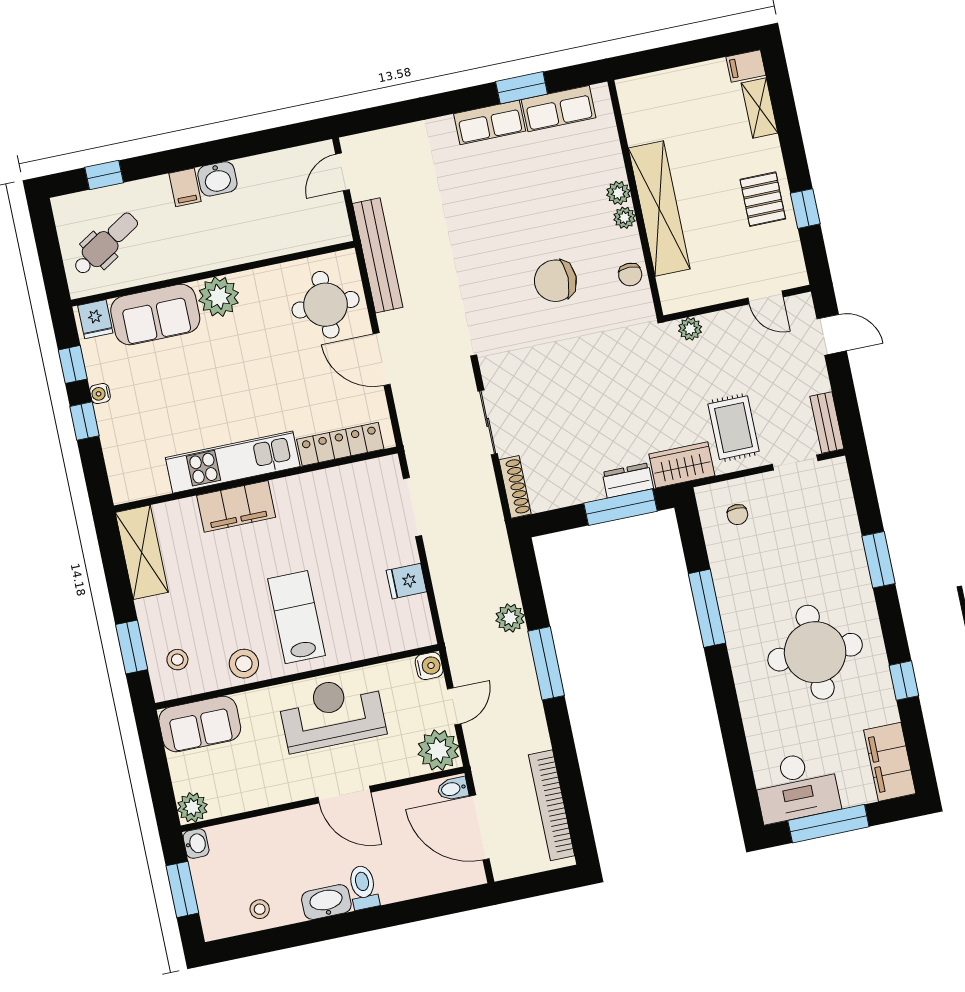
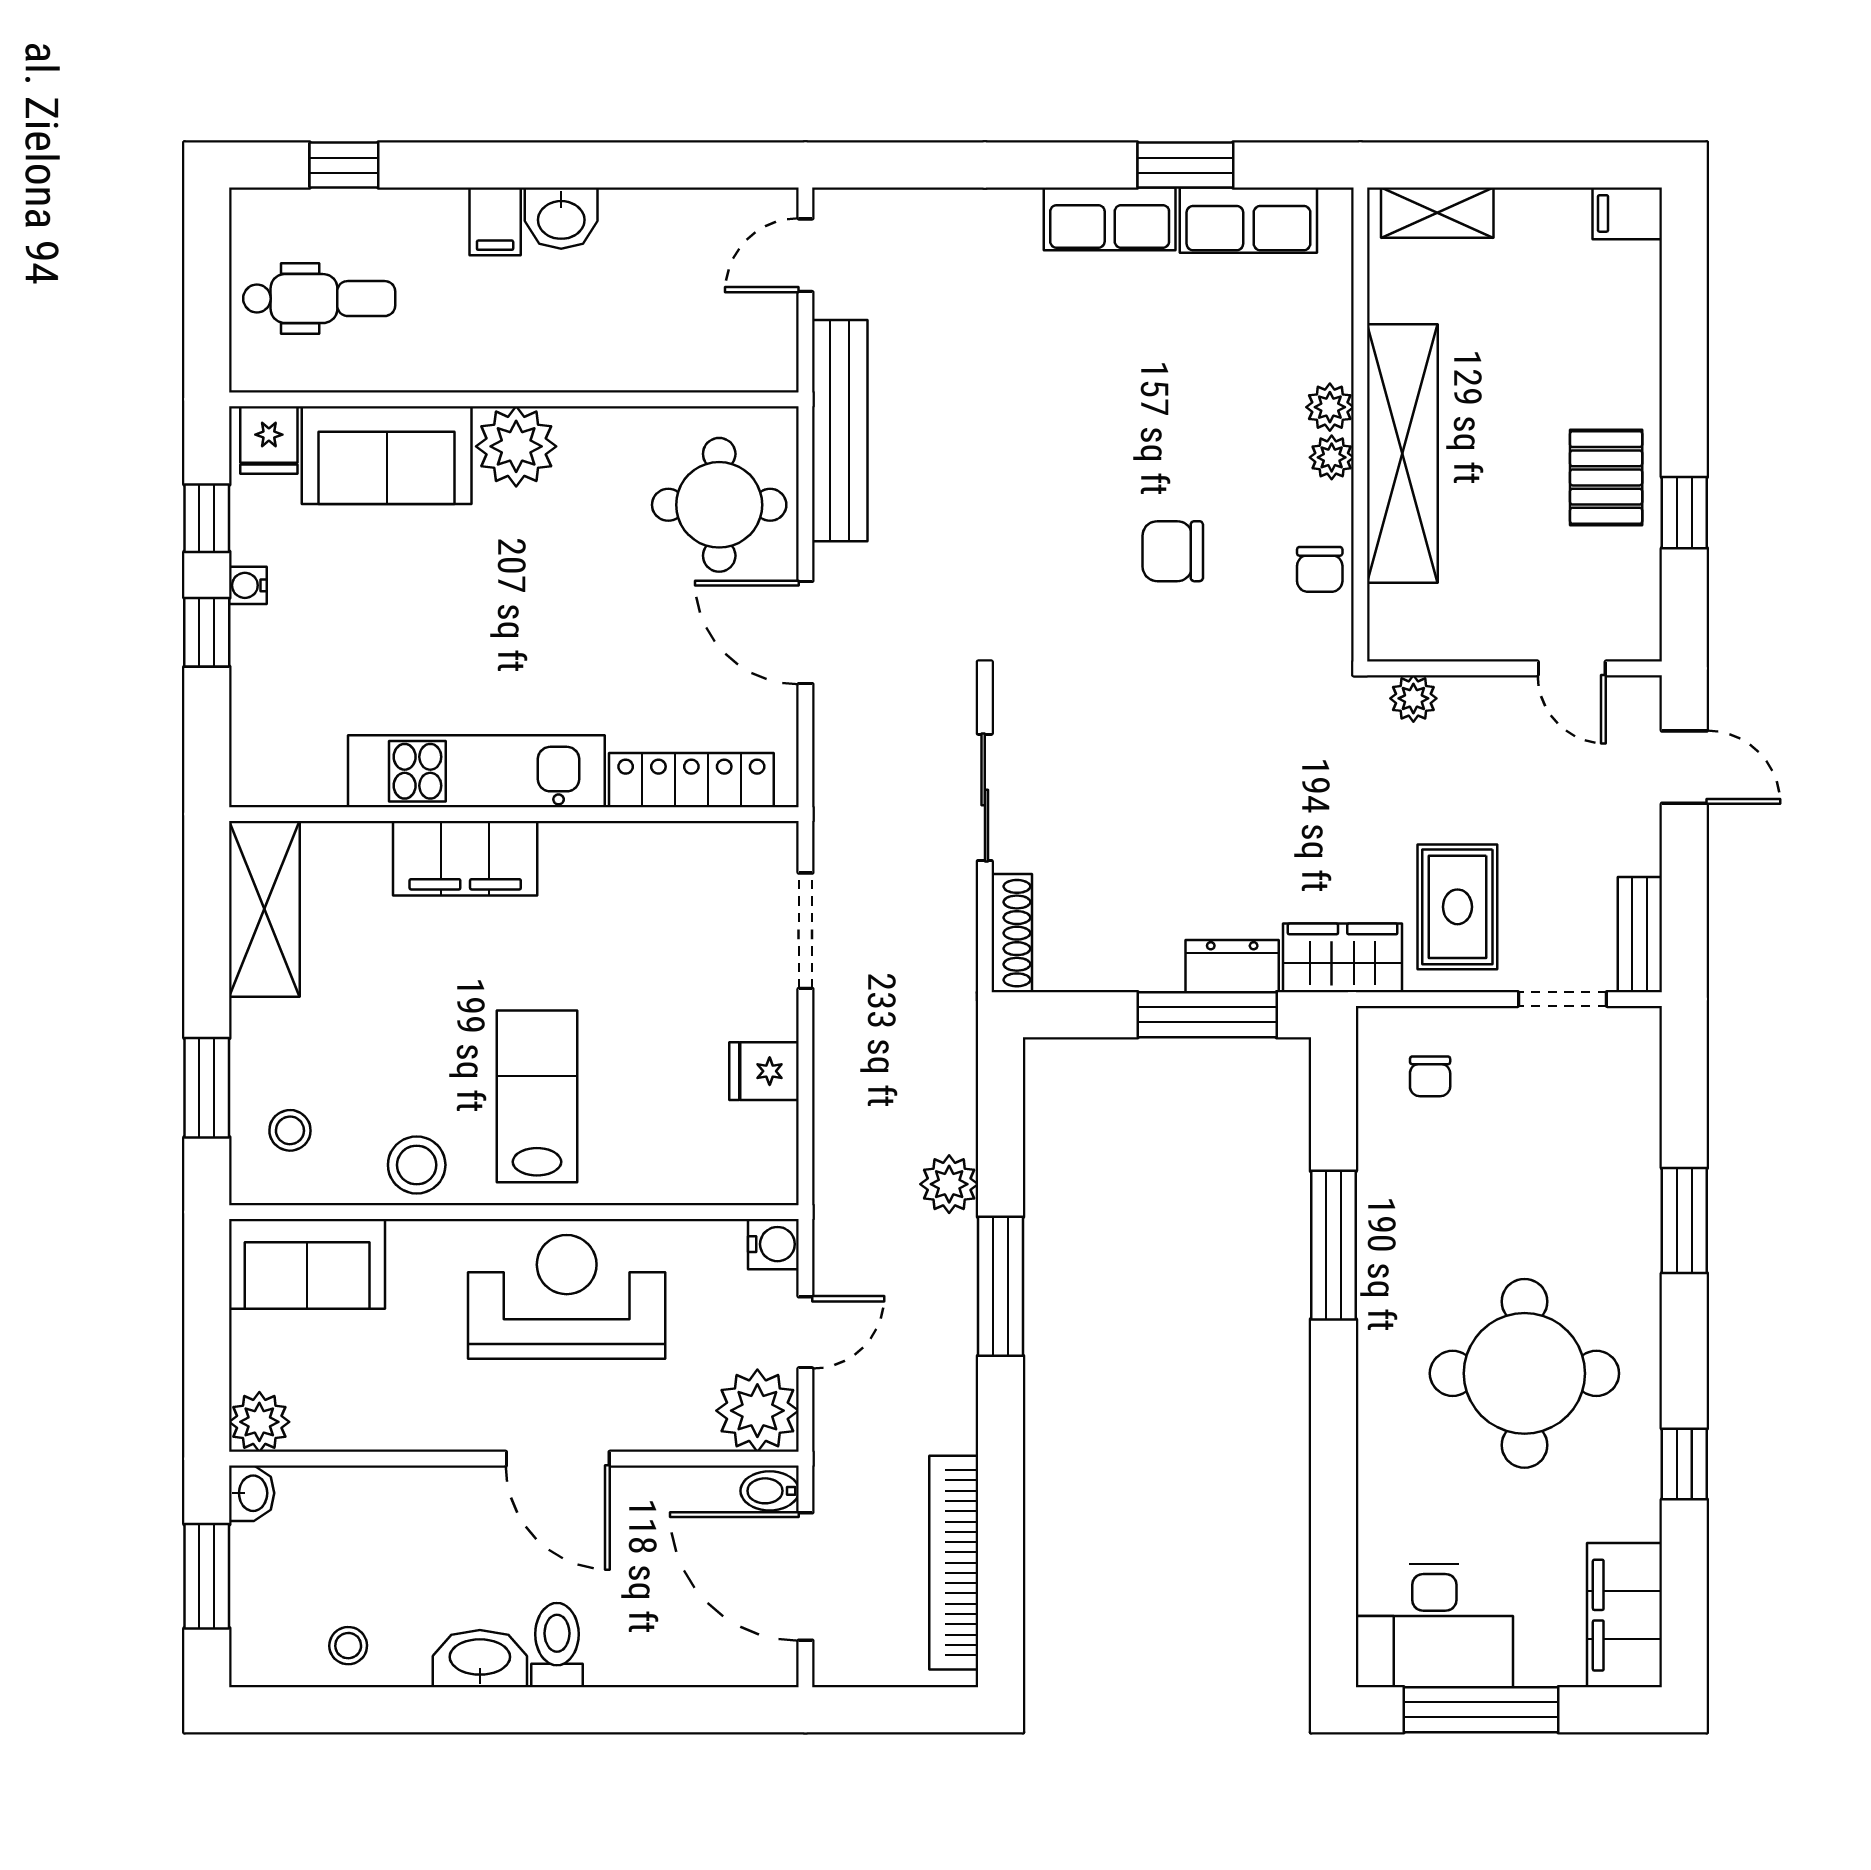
shelving: (760, 108) -> (1437, 213), moved, turned 90
dental chair: (106, 244) -> (319, 299), turned 32
chair: (555, 281) -> (1173, 551), width x0.73, depth x0.73

